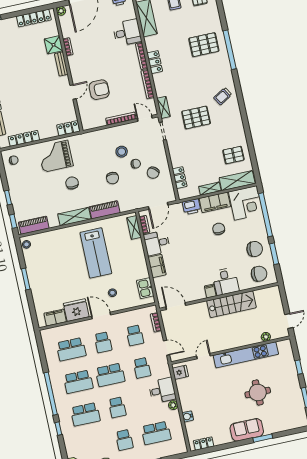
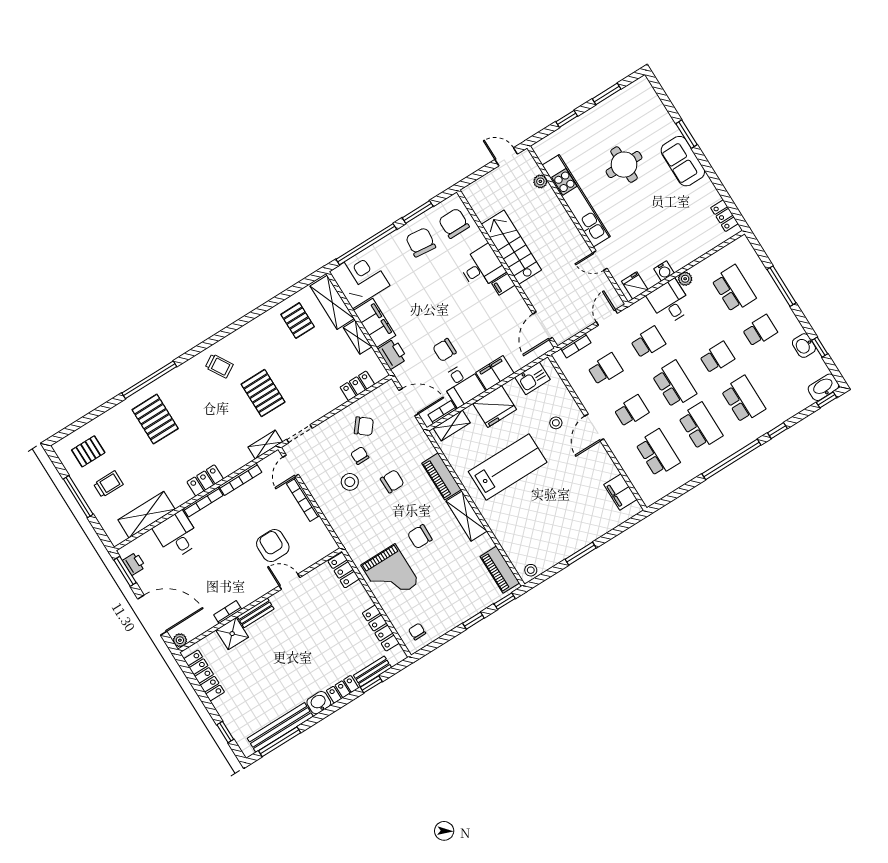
chair: (219, 229) -> (445, 350), moved
fridge: (76, 310) -> (495, 407), moved, turned -90
water cooler: (188, 416) -> (664, 271), moved

